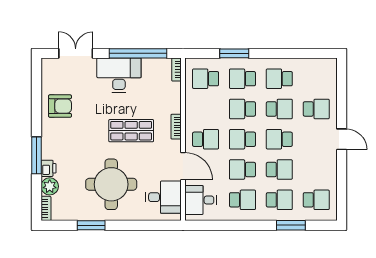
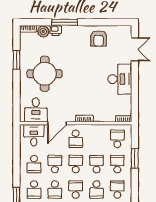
window: (138, 53) -> (135, 92), removed
shop shelf: (131, 131) -> (82, 88), removed

